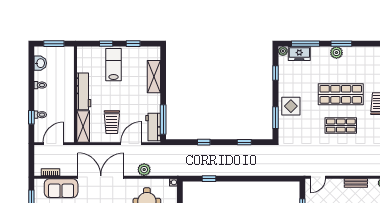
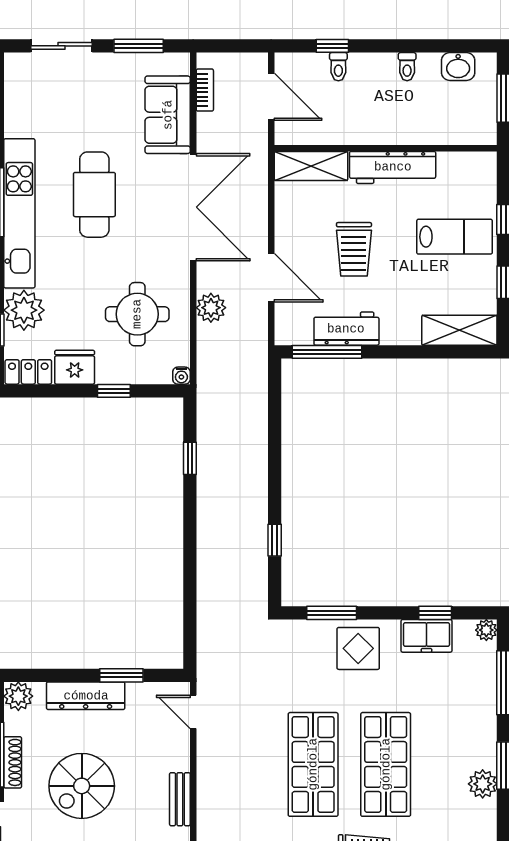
plant: (336, 53) -> (483, 784), moved
freezer: (299, 54) -> (427, 636), moved, turned -90
shelving: (154, 77) -> (459, 330), moved
trolley: (112, 122) -> (354, 249), moved, turned -90
shop shelf: (341, 126) -> (313, 764), width x1.43, depth x1.36
workbench: (153, 127) -> (346, 329), moved
window: (204, 142) -> (275, 446), removed

